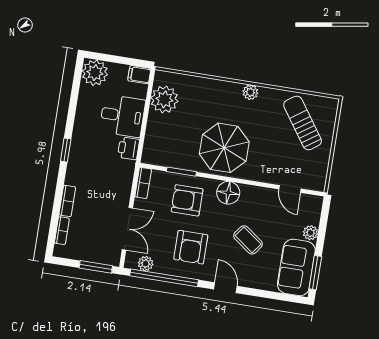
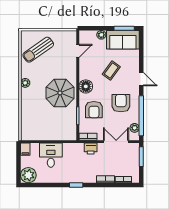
plant: (164, 99) -> (37, 132), removed
printer: (129, 148) -> (91, 149), moved
armchair: (191, 247) -> (121, 103), turned -90
door: (225, 288) -> (141, 79), swing flipped

